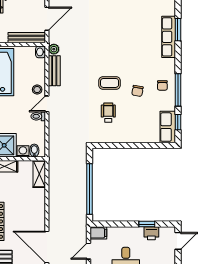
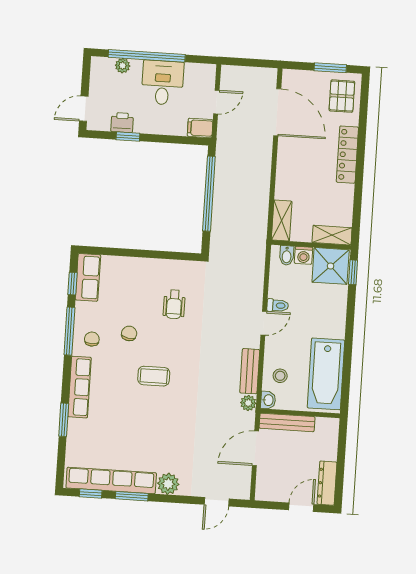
row of seats: (169, 37) -> (79, 387), moved
coffee table: (110, 83) -> (154, 376), moved
stool: (37, 90) -> (280, 376), moved

